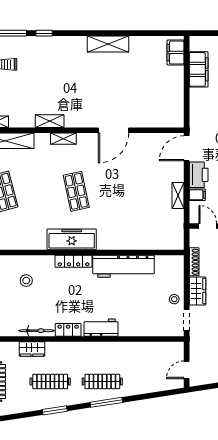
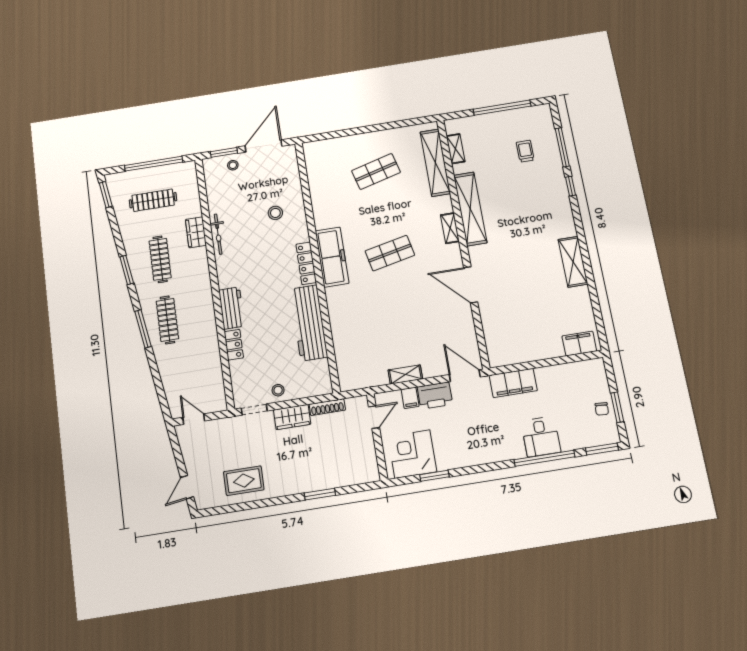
filing cabinet: (199, 69) -> (513, 383), moved
shelving: (50, 121) -> (470, 209), width x2.20, depth x1.33
locker: (68, 330) -> (234, 345), moved

